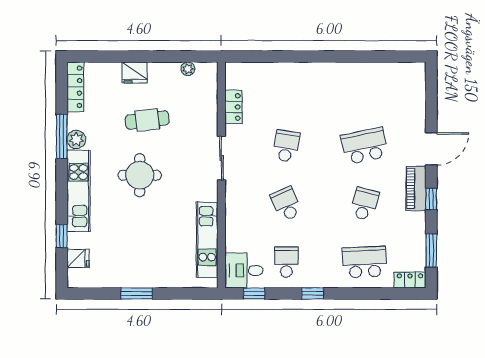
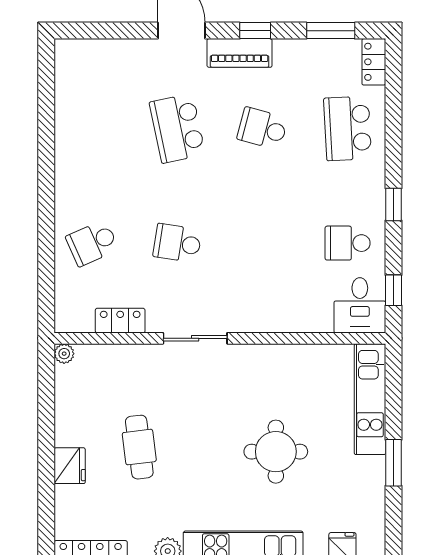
plant: (188, 69) -> (64, 354), moved
round table: (140, 175) -> (276, 452), moved
school desk: (286, 204) -> (92, 243), moved
kitchen unit: (207, 240) -> (370, 399), moved, turned 90

